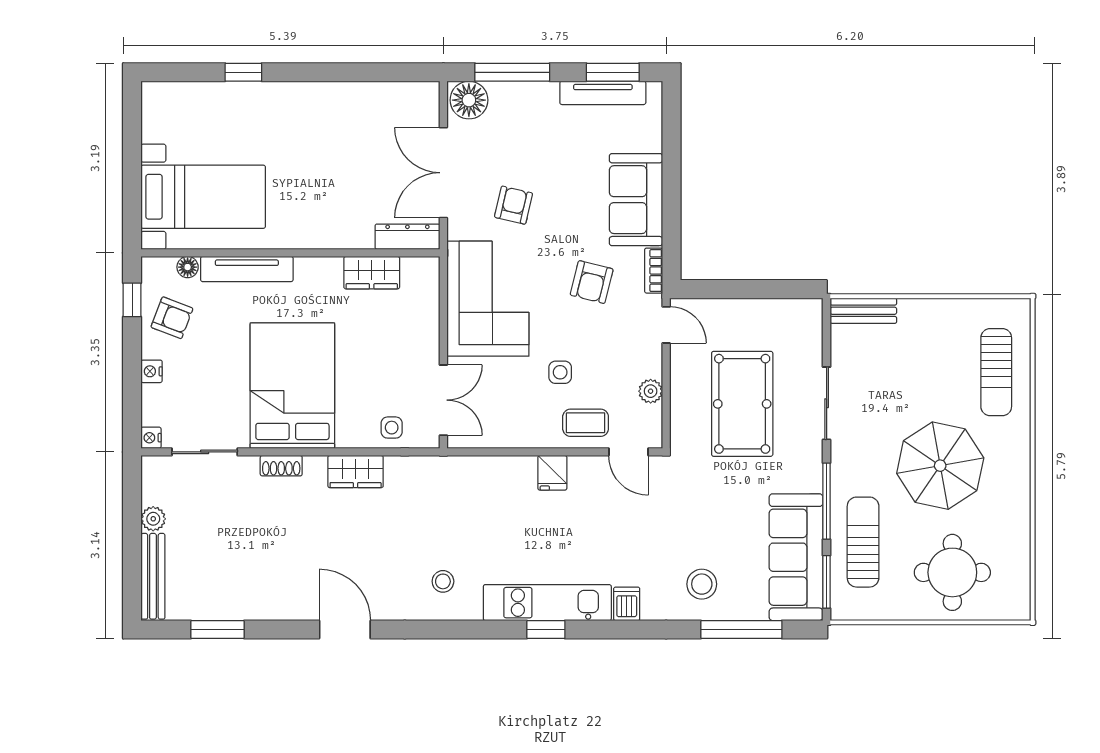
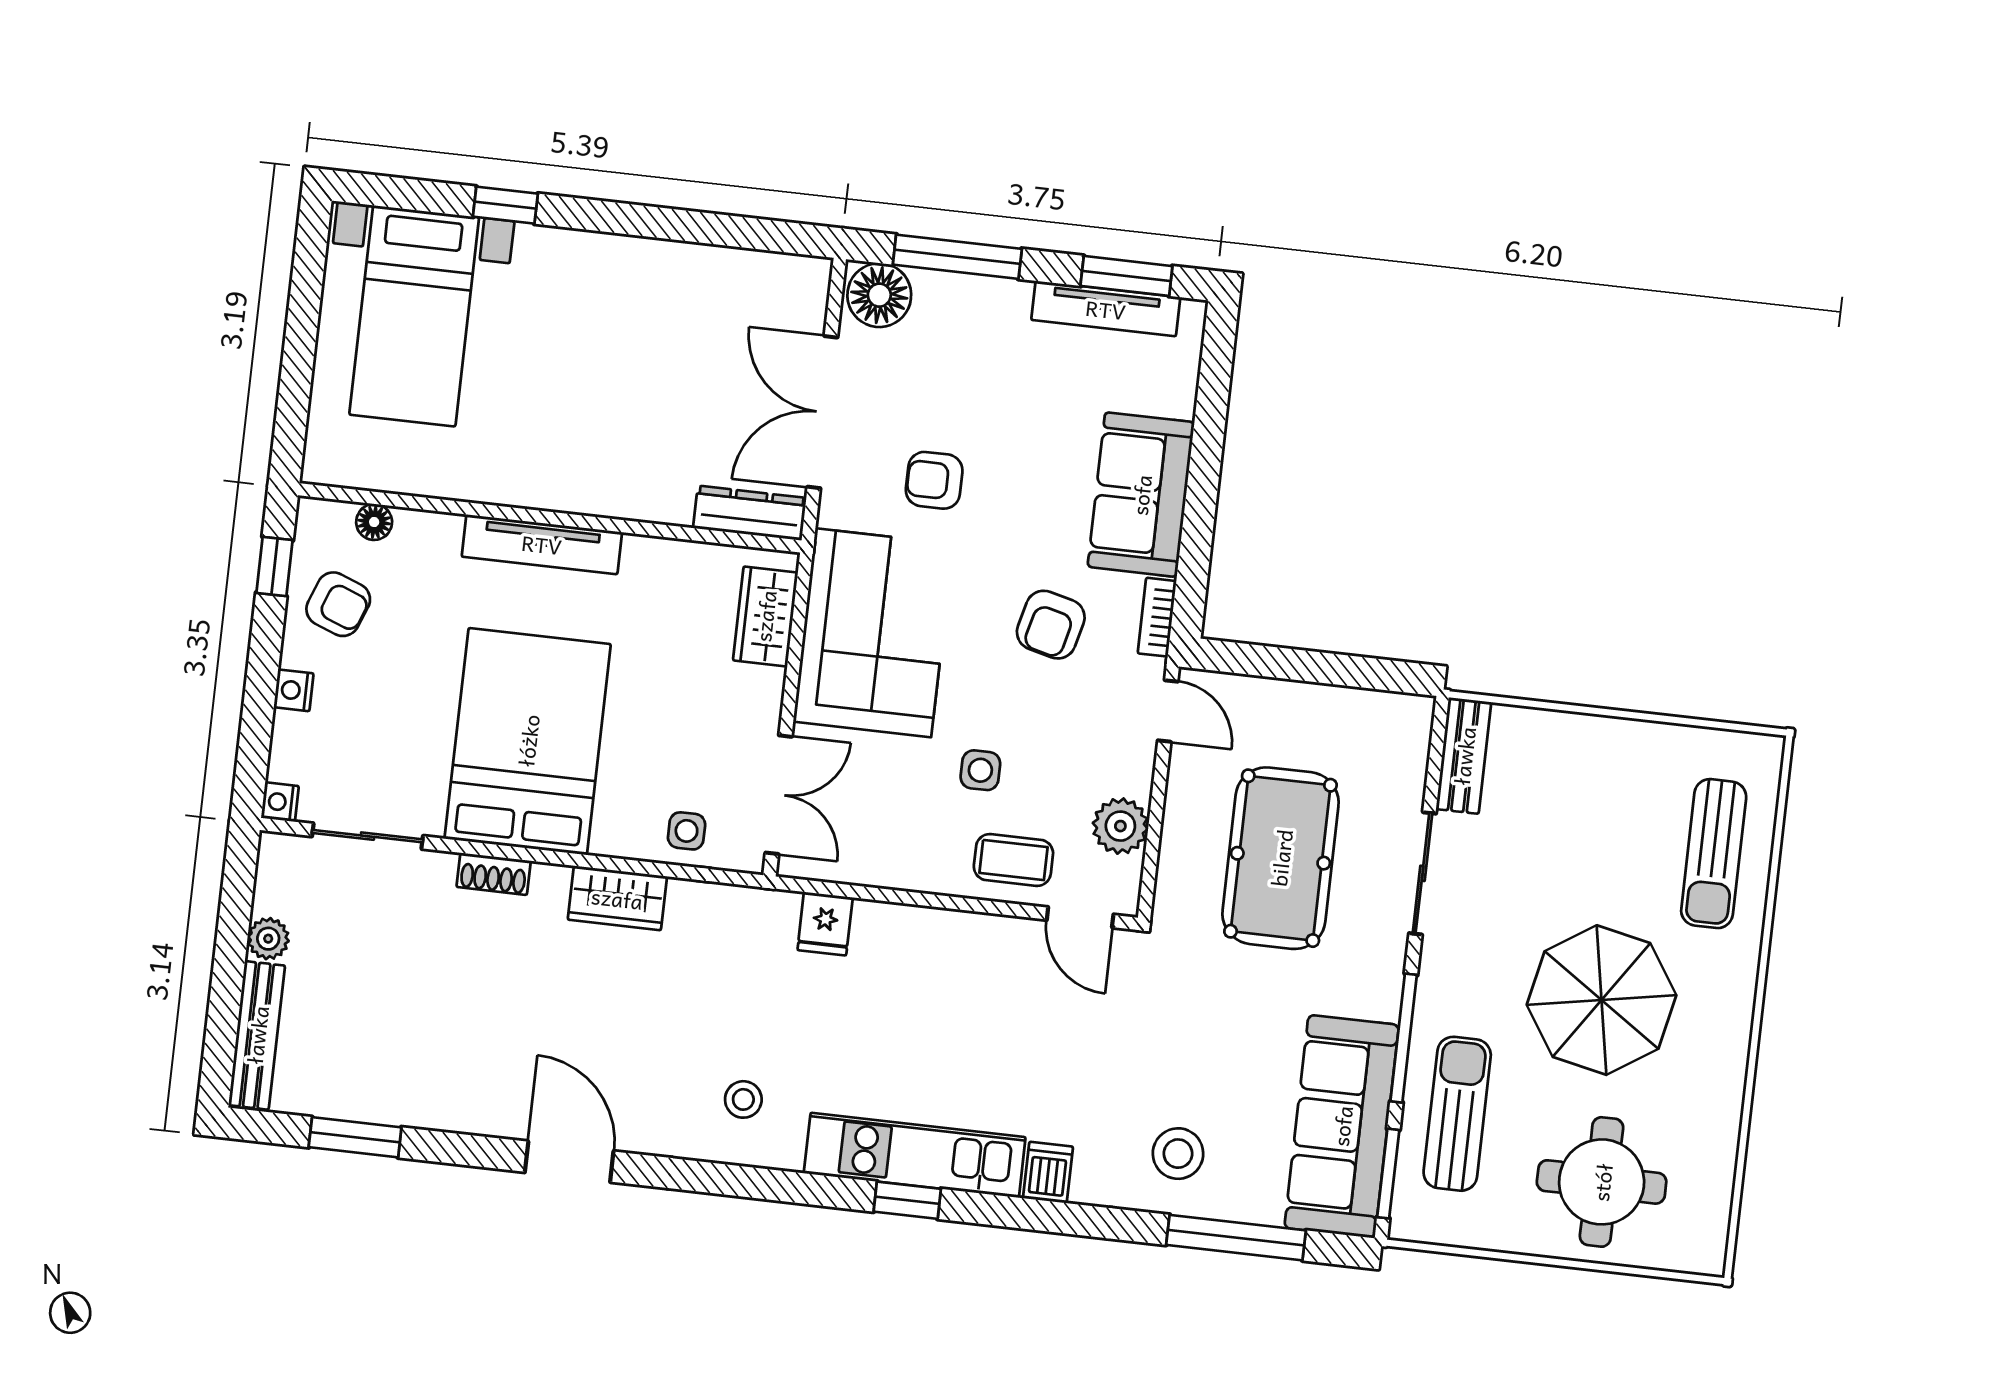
bed with nightstands: (203, 197) -> (414, 316), moved, turned 90
armchair: (514, 205) -> (934, 480), turned -103
tv unit: (247, 269) -> (542, 544), moved
wardrobe: (372, 273) -> (765, 616), moved, turned 90
bench: (863, 311) -> (1464, 756), moved, turned 90
plant: (651, 391) -> (1120, 826), width x1.38, depth x1.38
fridge: (552, 473) -> (825, 924), moved

